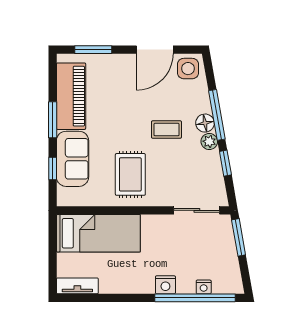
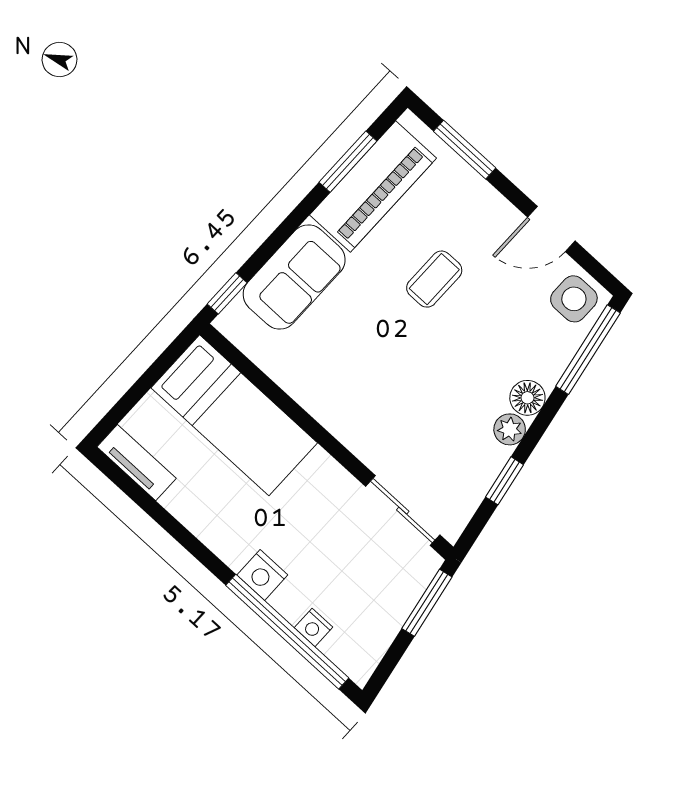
door: (155, 50) -> (551, 229), width x0.73
window: (217, 115) -> (588, 350), moved
window: (53, 120) -> (348, 162), moved
coffee table: (166, 130) -> (434, 279), moved, turned 90
window: (53, 169) -> (227, 293), moved
rug: (130, 174) -> (356, 374), removed

